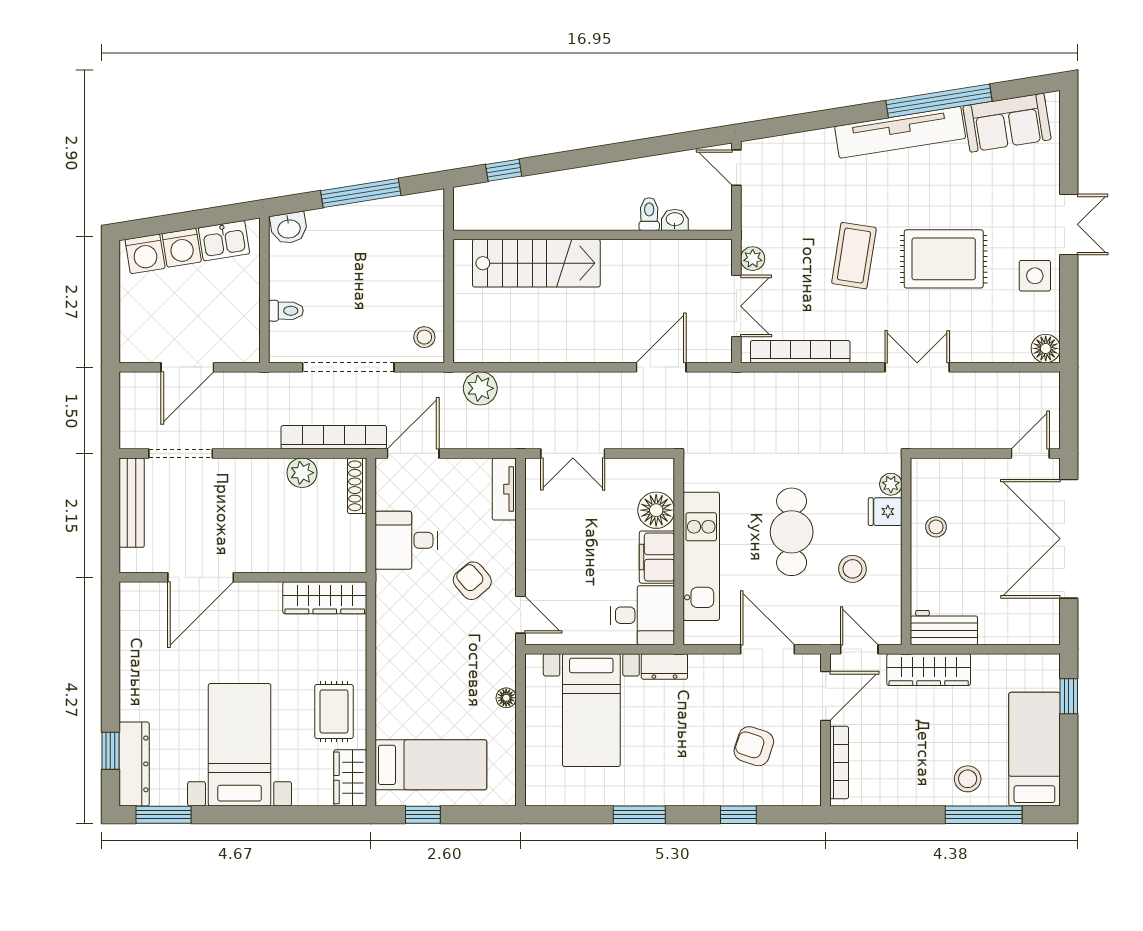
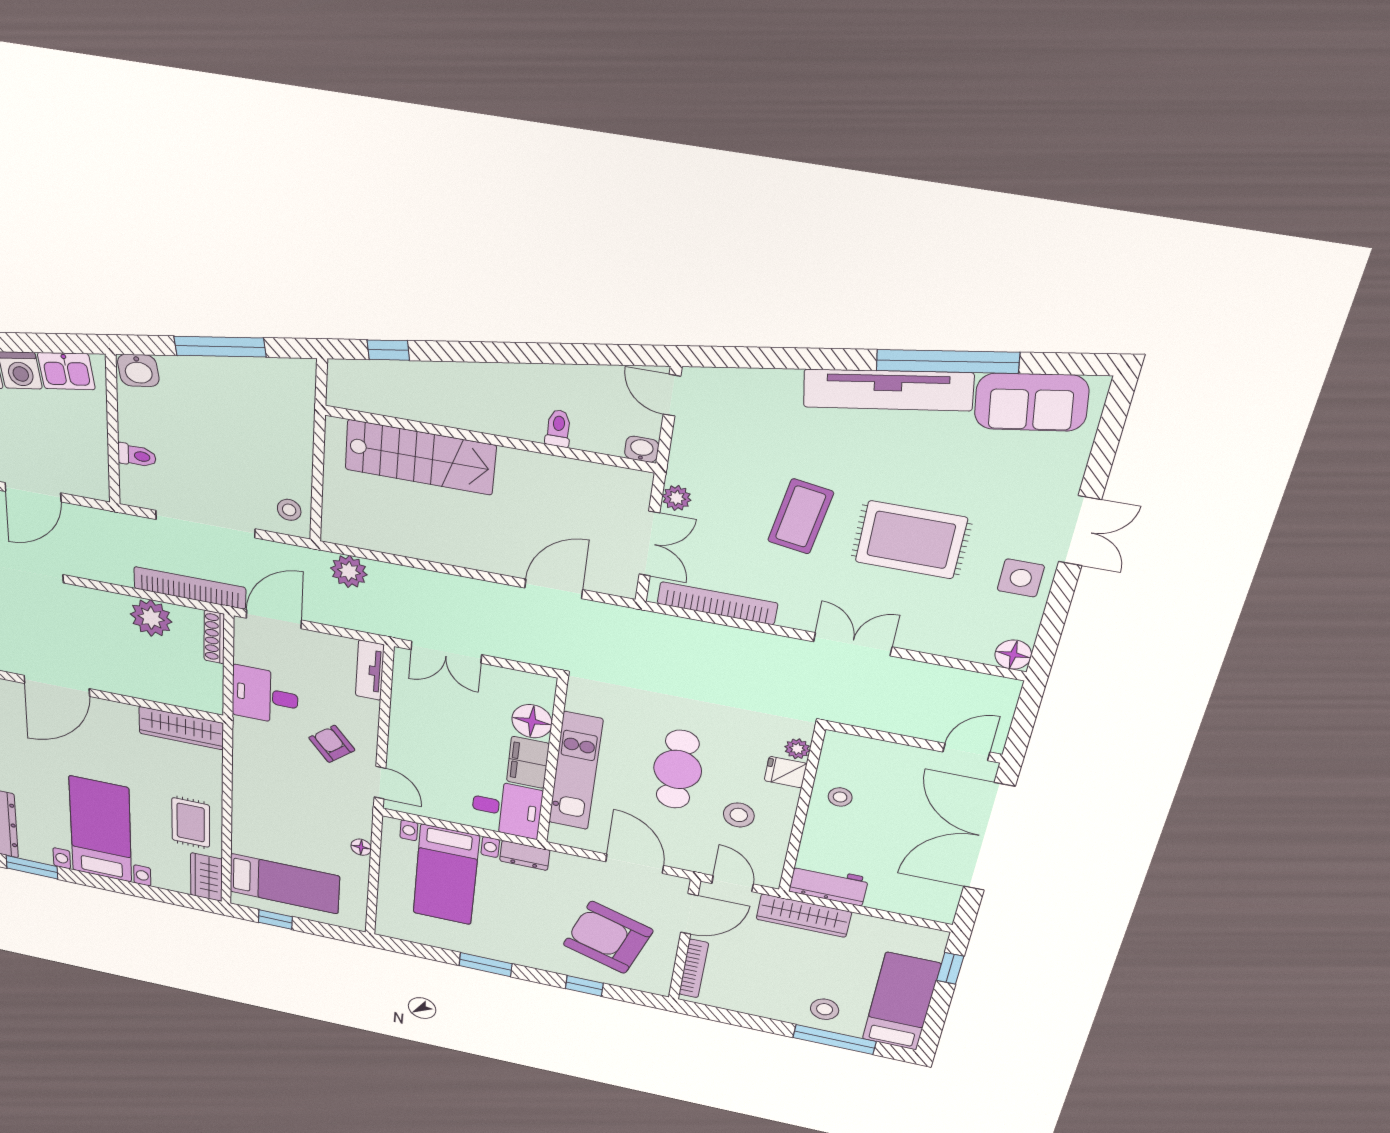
washbasin: (675, 220) -> (642, 449), moved
plant: (302, 473) -> (151, 618), width x1.36, depth x1.36
armchair: (754, 746) -> (608, 938), width x1.88, depth x1.88

